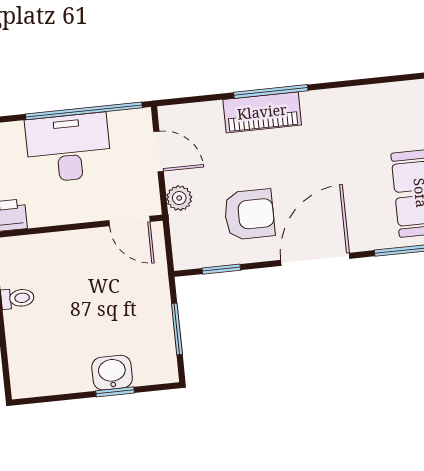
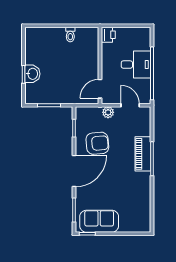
desk: (68, 148) -> (136, 65), width x0.73
door: (159, 151) -> (130, 105), swing flipped
armchair: (249, 214) -> (97, 143), turned -95
door: (315, 259) -> (74, 171), hinge flipped

